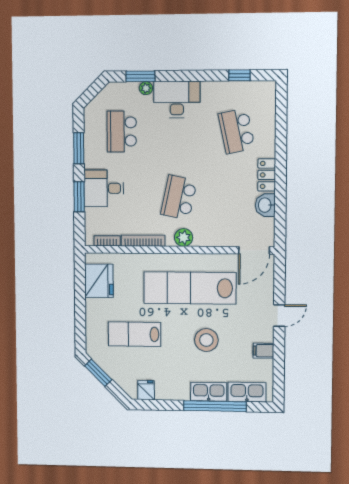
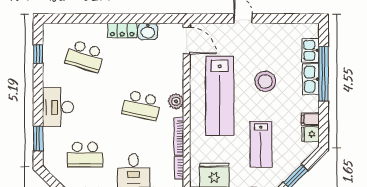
plant: (146, 88) -> (48, 134), removed
school desk: (237, 131) -> (85, 56), turned 30
filing cabinet: (264, 351) -> (310, 119), moved, turned 90
kitchen sink: (247, 392) -> (310, 50), width x0.73

